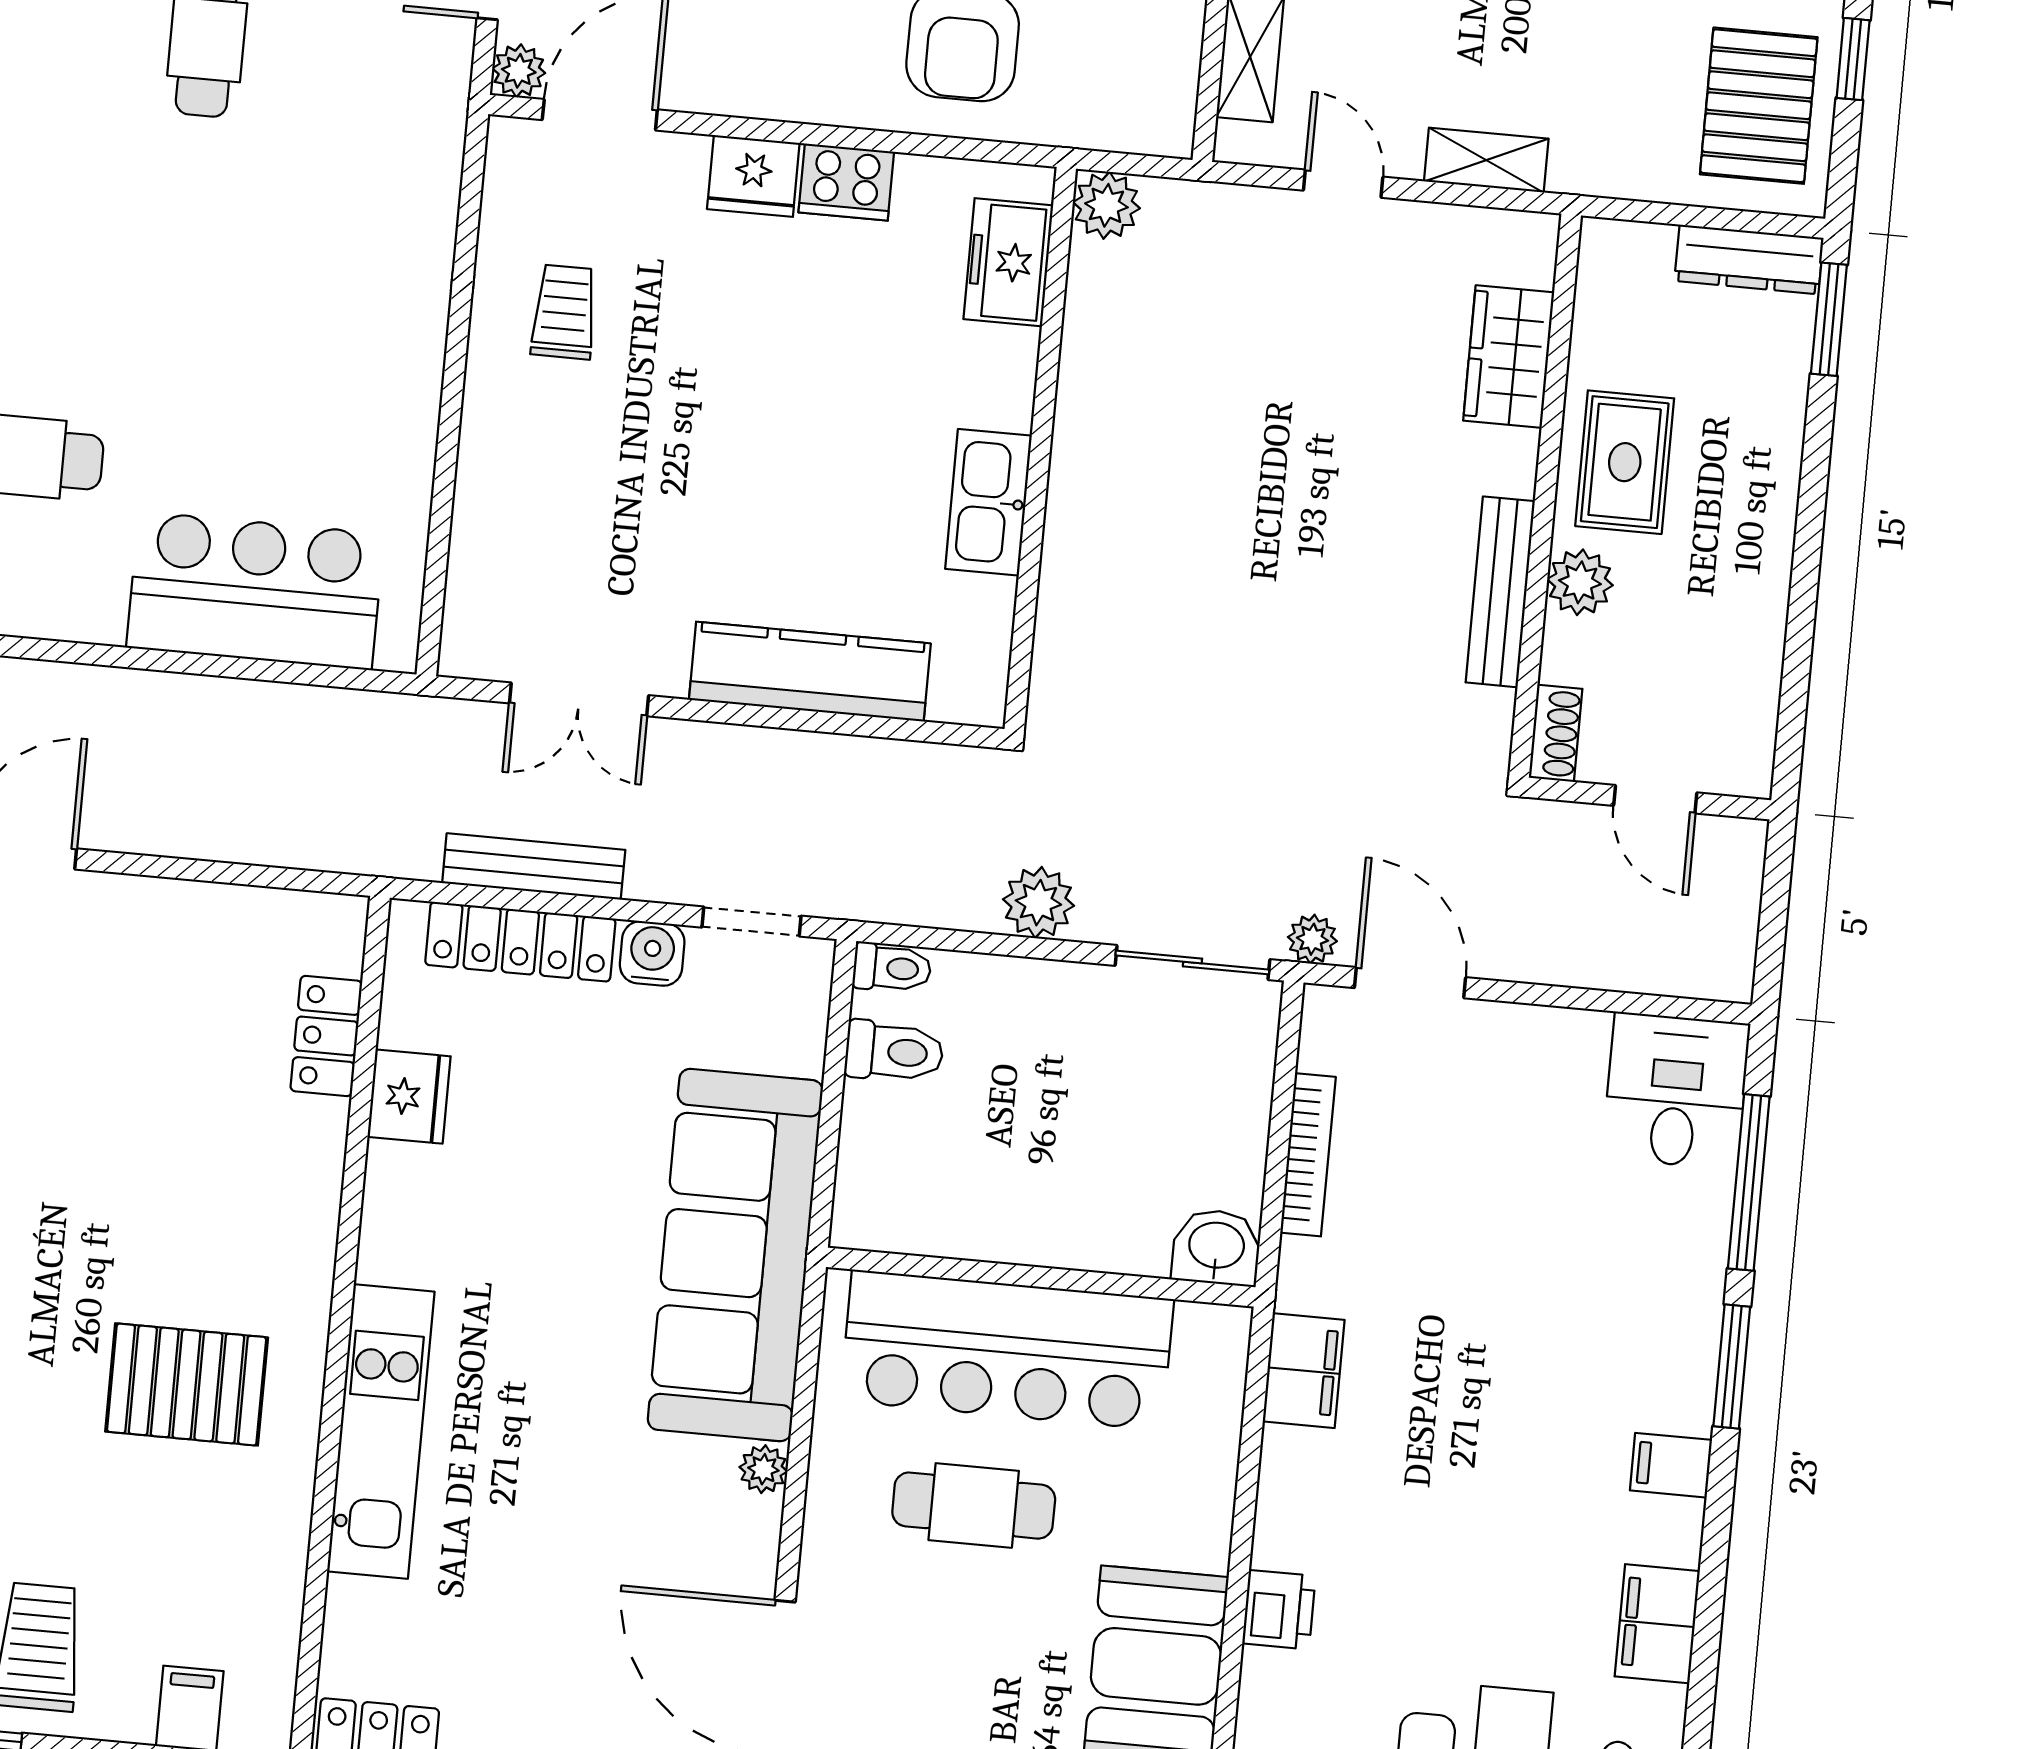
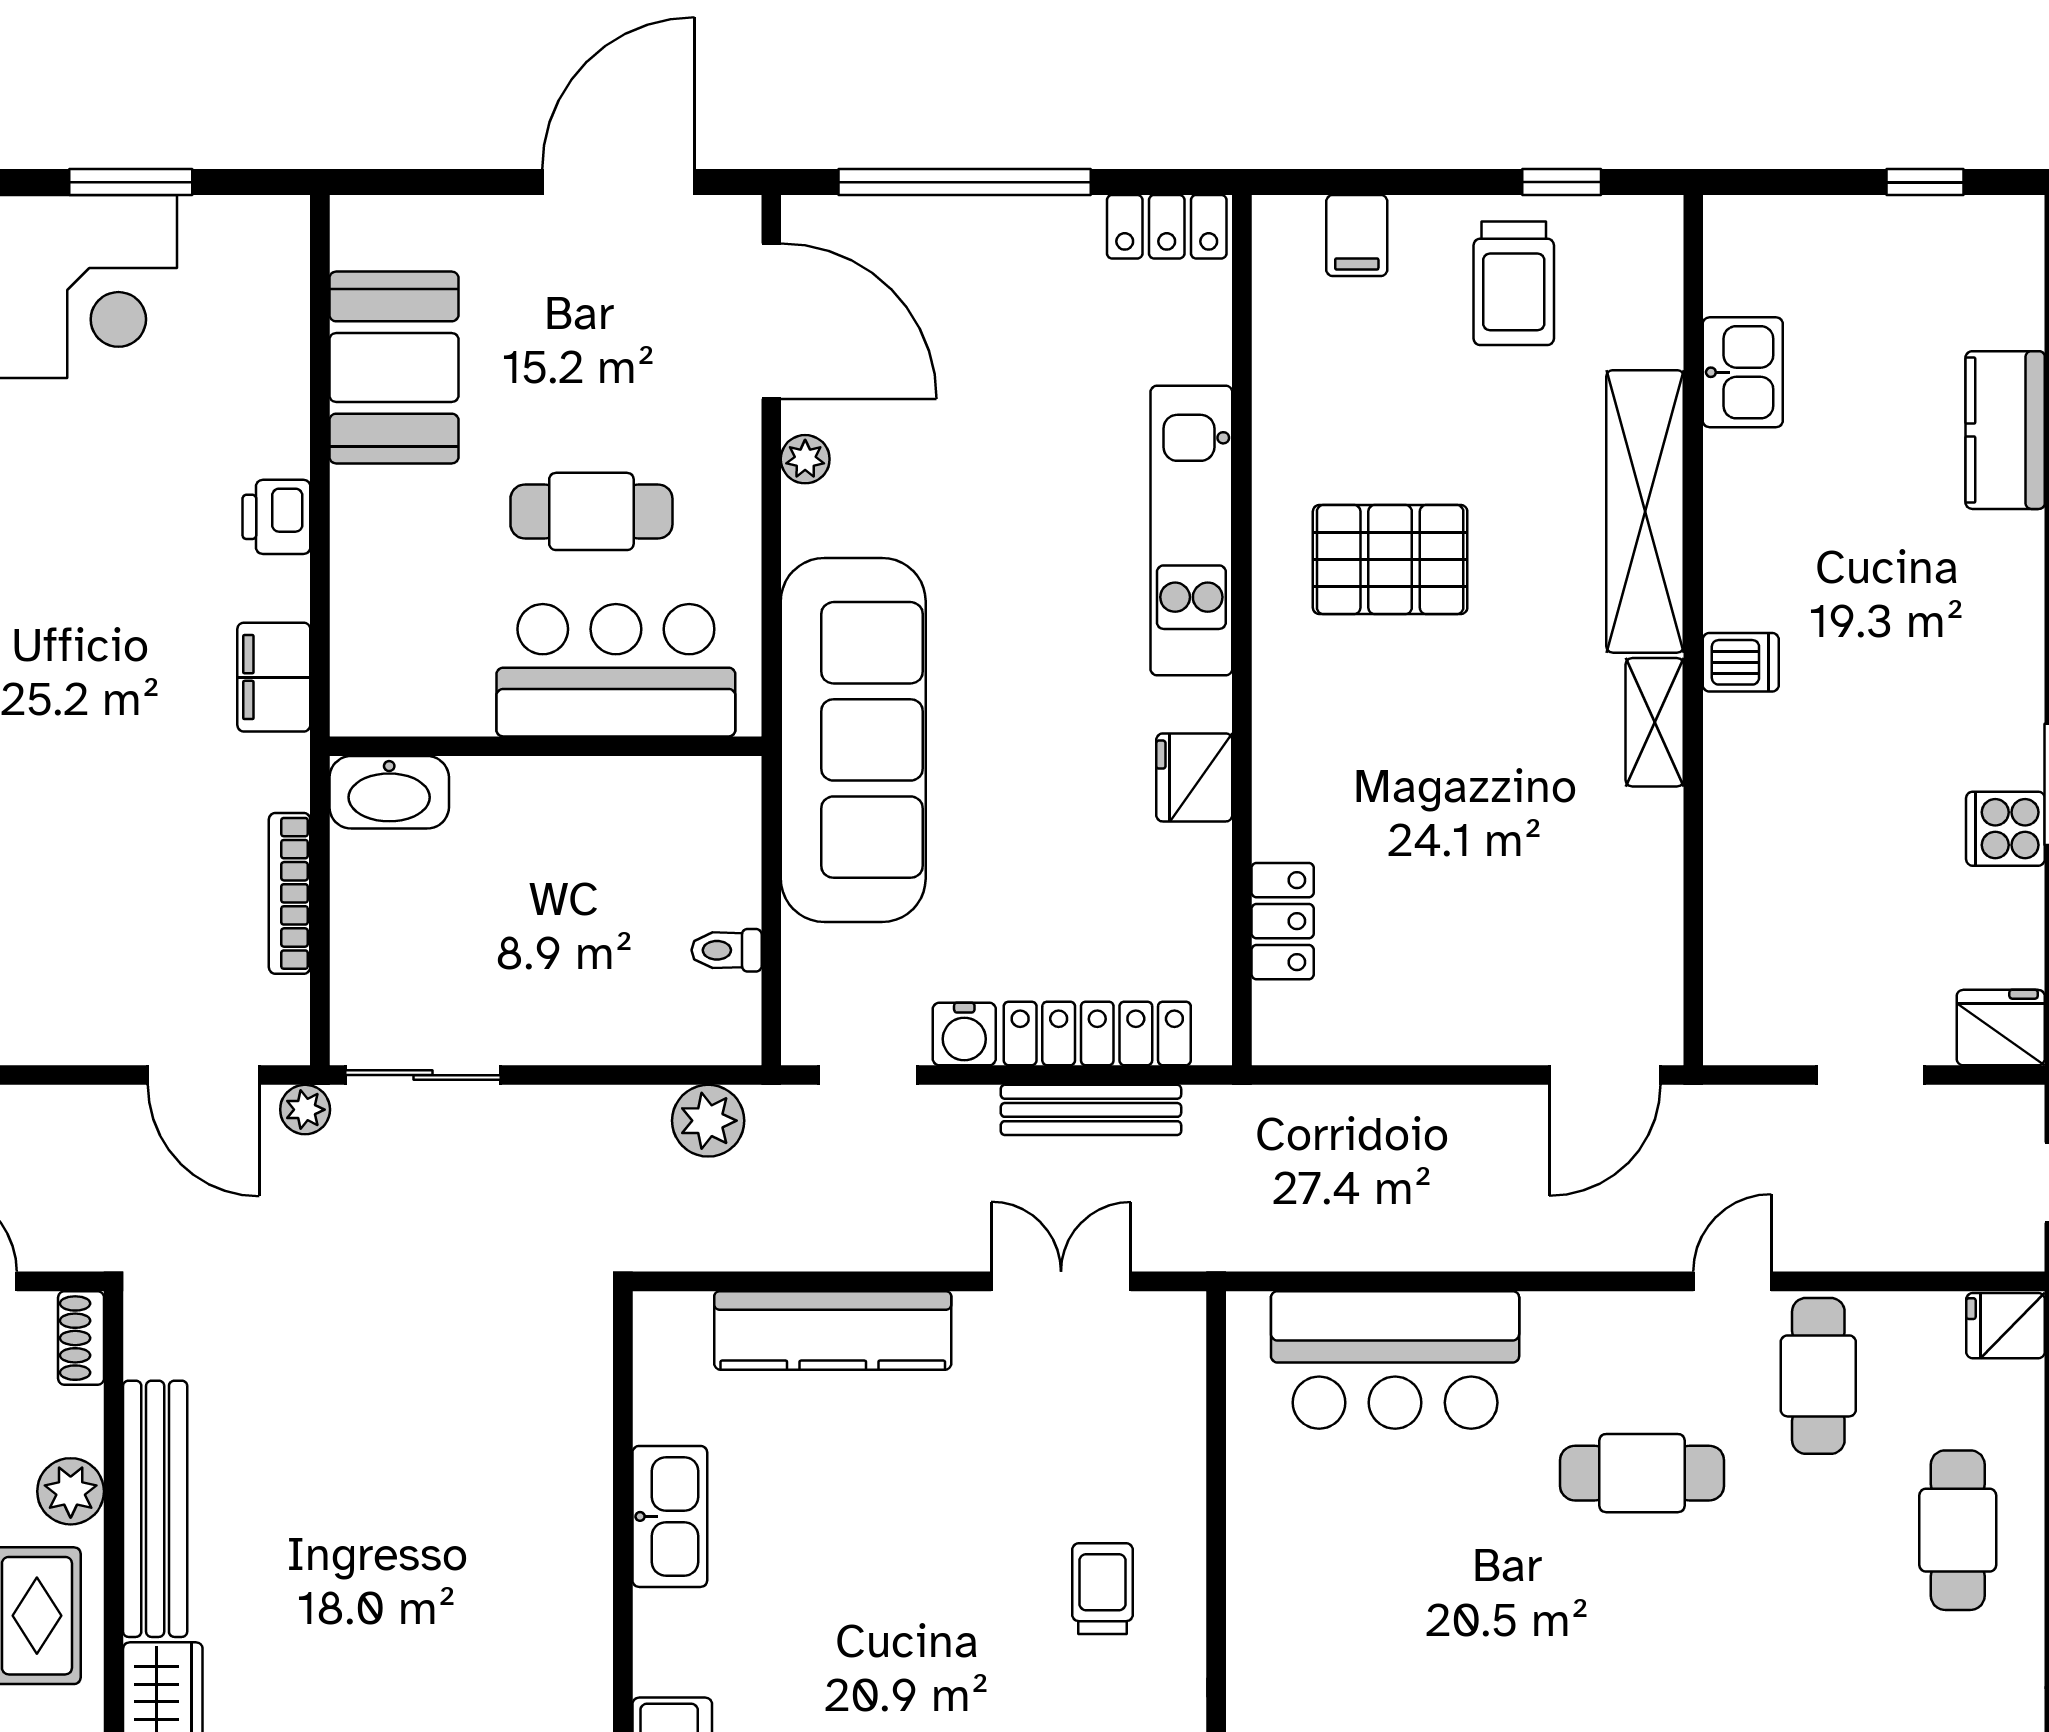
trolley: (564, 312) -> (1102, 1589), moved, turned 180
bench: (1500, 592) -> (155, 1509), width x1.37, depth x1.21
plant: (1038, 903) -> (708, 1121), moved
toilet: (892, 968) -> (723, 1042), removed
toilet: (894, 1052) -> (727, 950), width x0.73, depth x0.72
fridge: (409, 1097) -> (1194, 777), moved
washbasin: (1216, 1247) -> (389, 792), width x1.38
bar counter: (1007, 1350) -> (616, 670), width x0.73
plant: (763, 1469) -> (805, 459), moved
printer: (1279, 1610) -> (276, 517), moved

